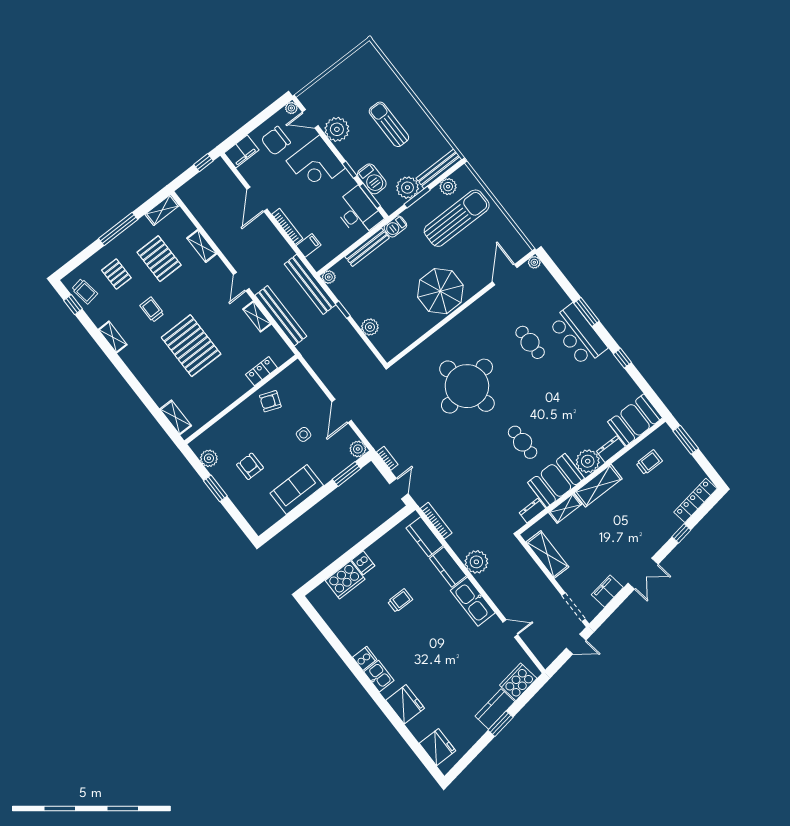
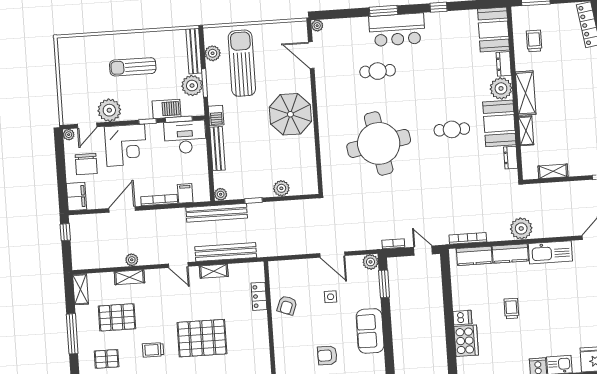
door: (257, 199) -> (122, 209), swing flipped
plant: (218, 238) -> (132, 260), added
shelving: (547, 555) -> (553, 171), width x0.67, depth x0.75

